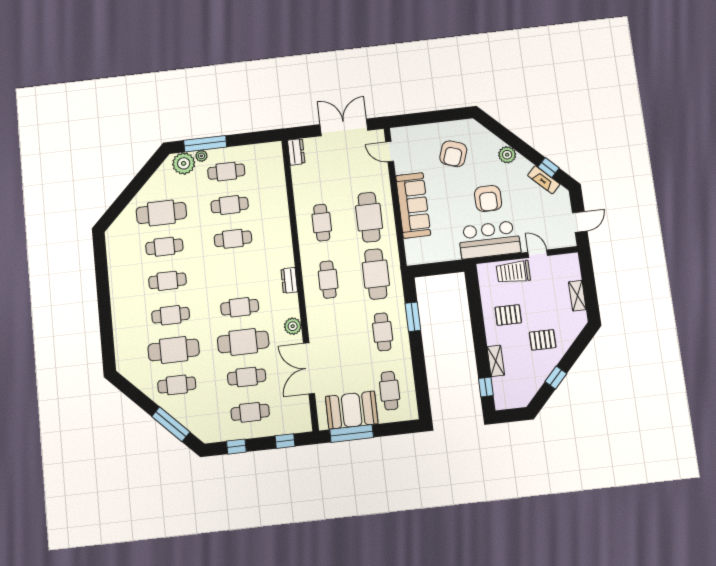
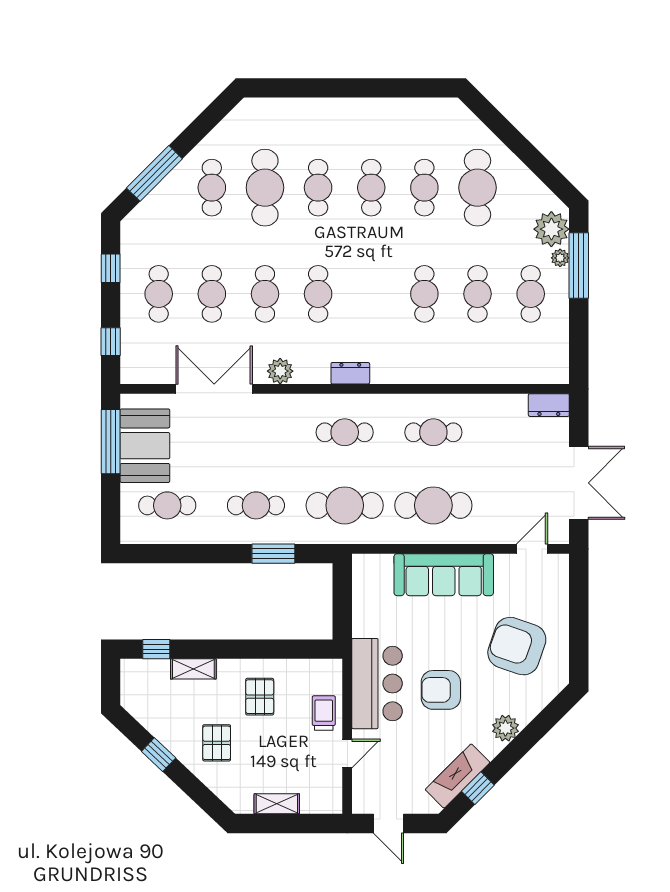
armchair: (453, 154) -> (517, 646), width x1.36, depth x1.36
fireplace: (544, 180) -> (458, 776), width x1.37, depth x1.32
trolley: (513, 272) -> (324, 713), width x0.73, depth x0.72
cafe table: (243, 342) -> (265, 294), width x0.73, depth x0.74

